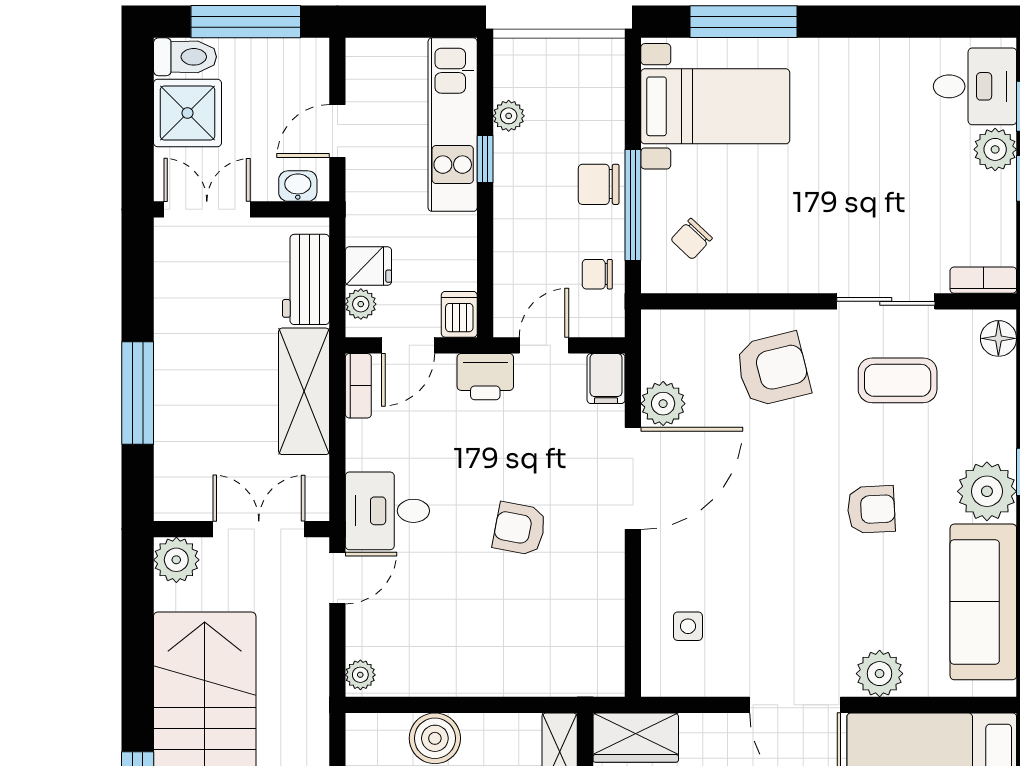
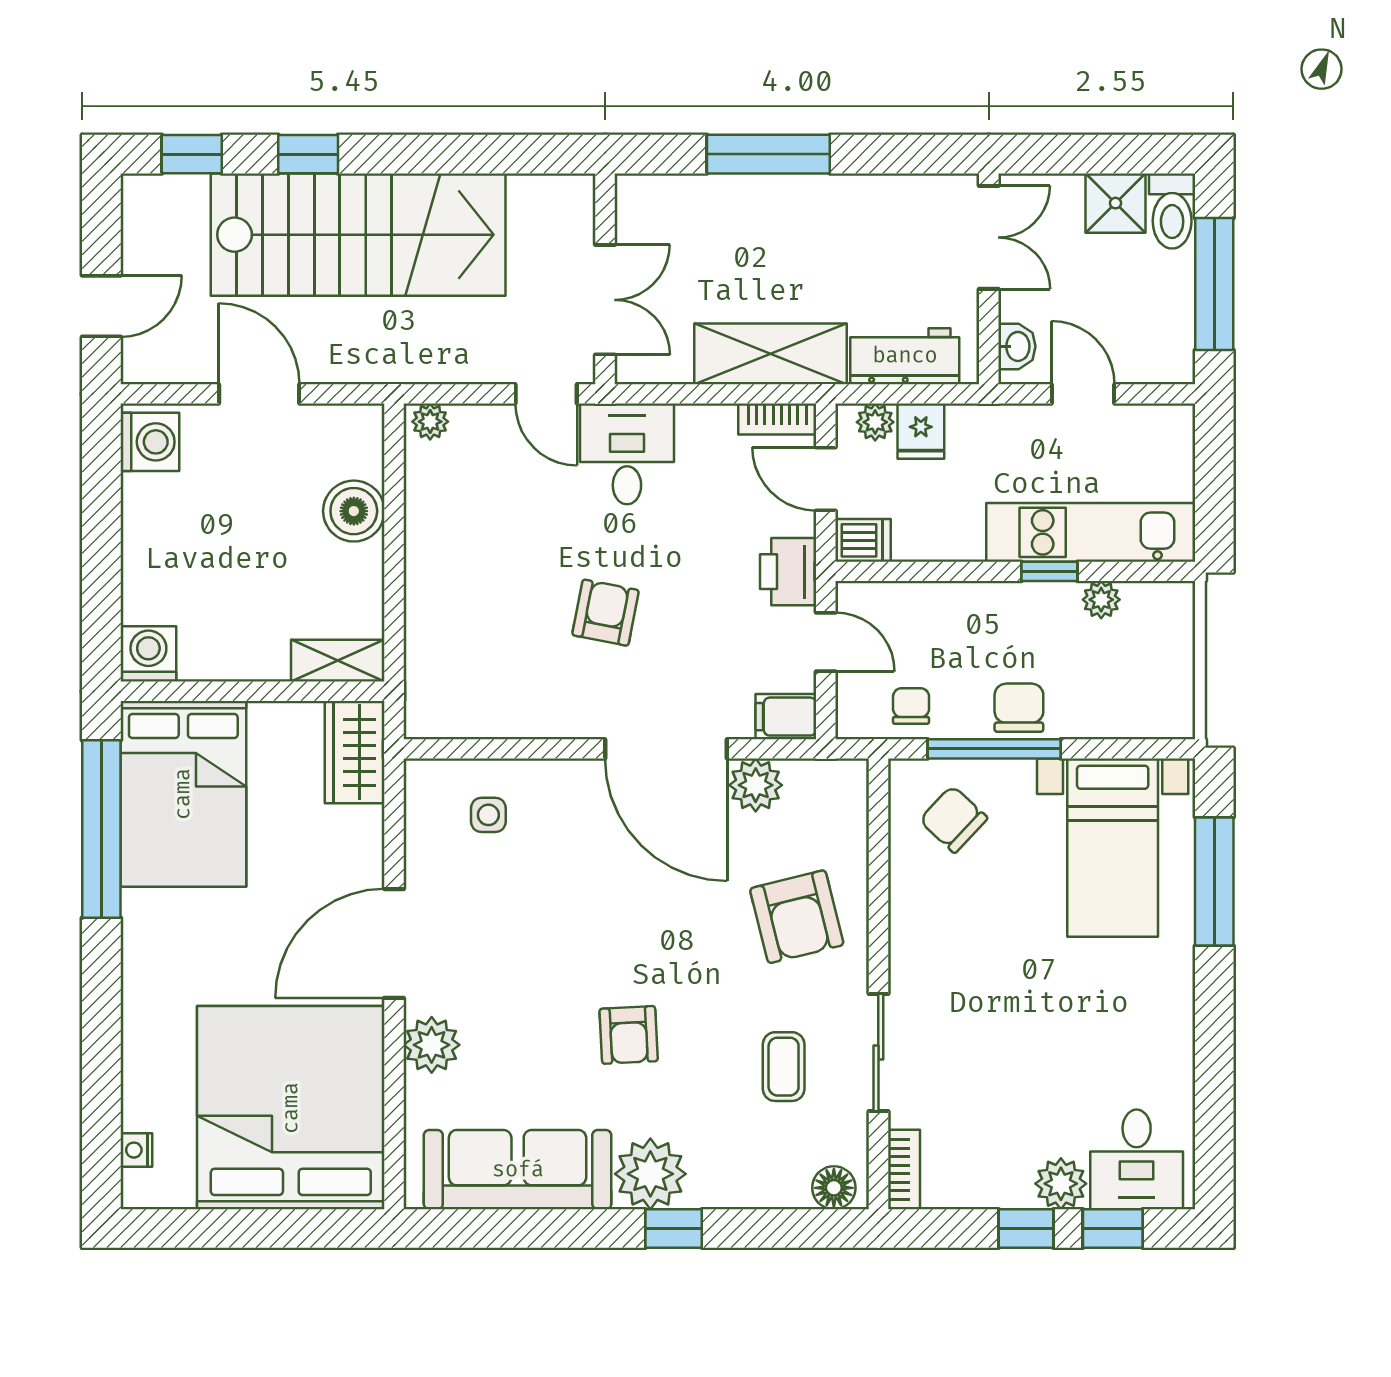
shower: (187, 113) -> (1115, 203), width x0.73, depth x0.73
chair: (692, 239) -> (953, 819), width x1.37, depth x1.37
coffee table: (898, 380) -> (784, 1067), width x0.73, depth x0.77
plant: (176, 560) -> (568, 201), removed

